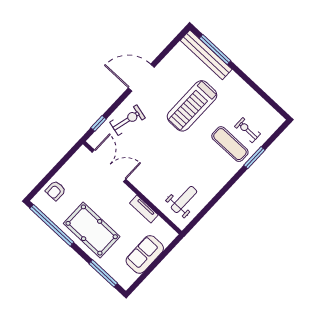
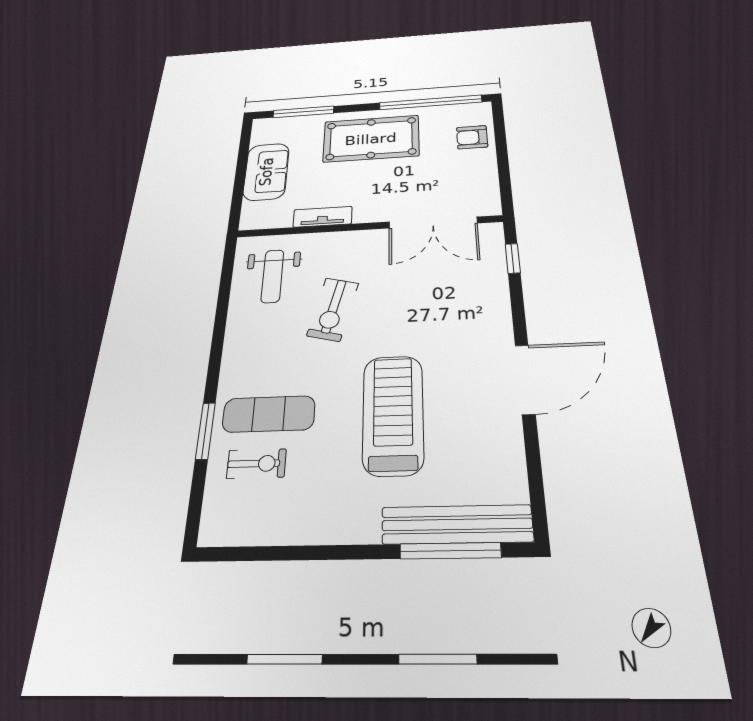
exercise bike: (127, 120) -> (333, 309), moved
armchair: (56, 191) -> (472, 137), turned -90

